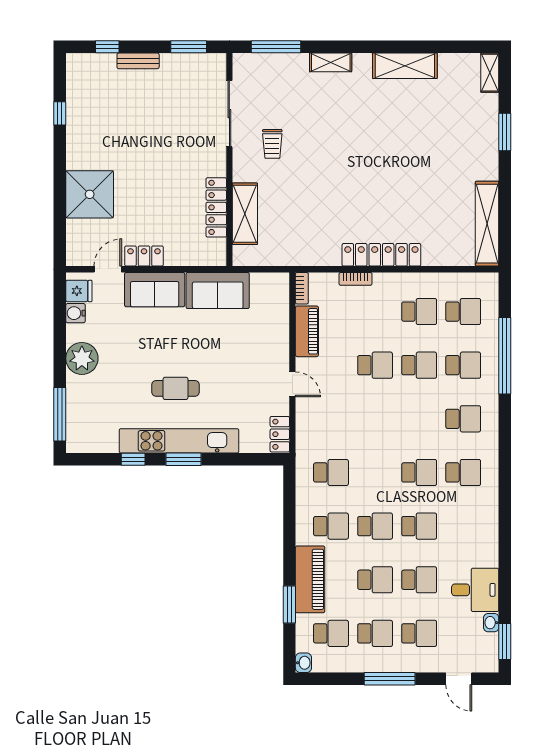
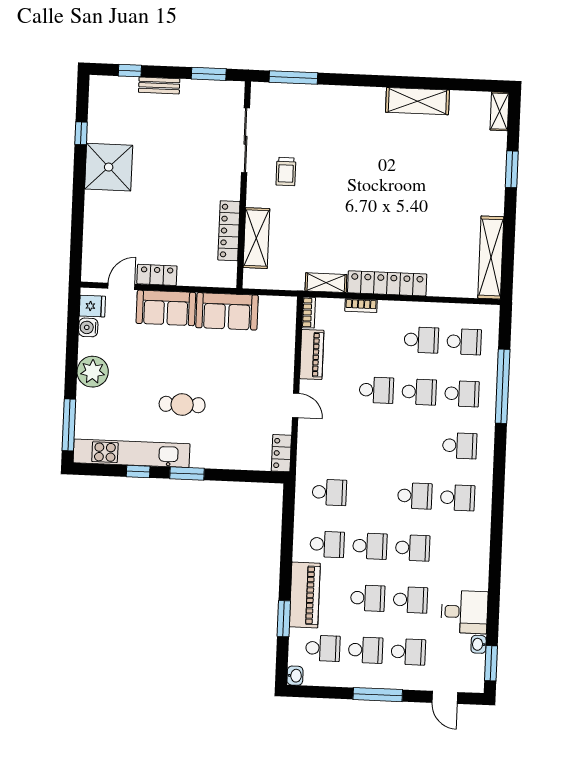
shelving: (331, 62) -> (326, 283), moved
shower: (90, 194) -> (109, 167), moved
kitchen unit: (179, 441) -> (132, 453), moved

